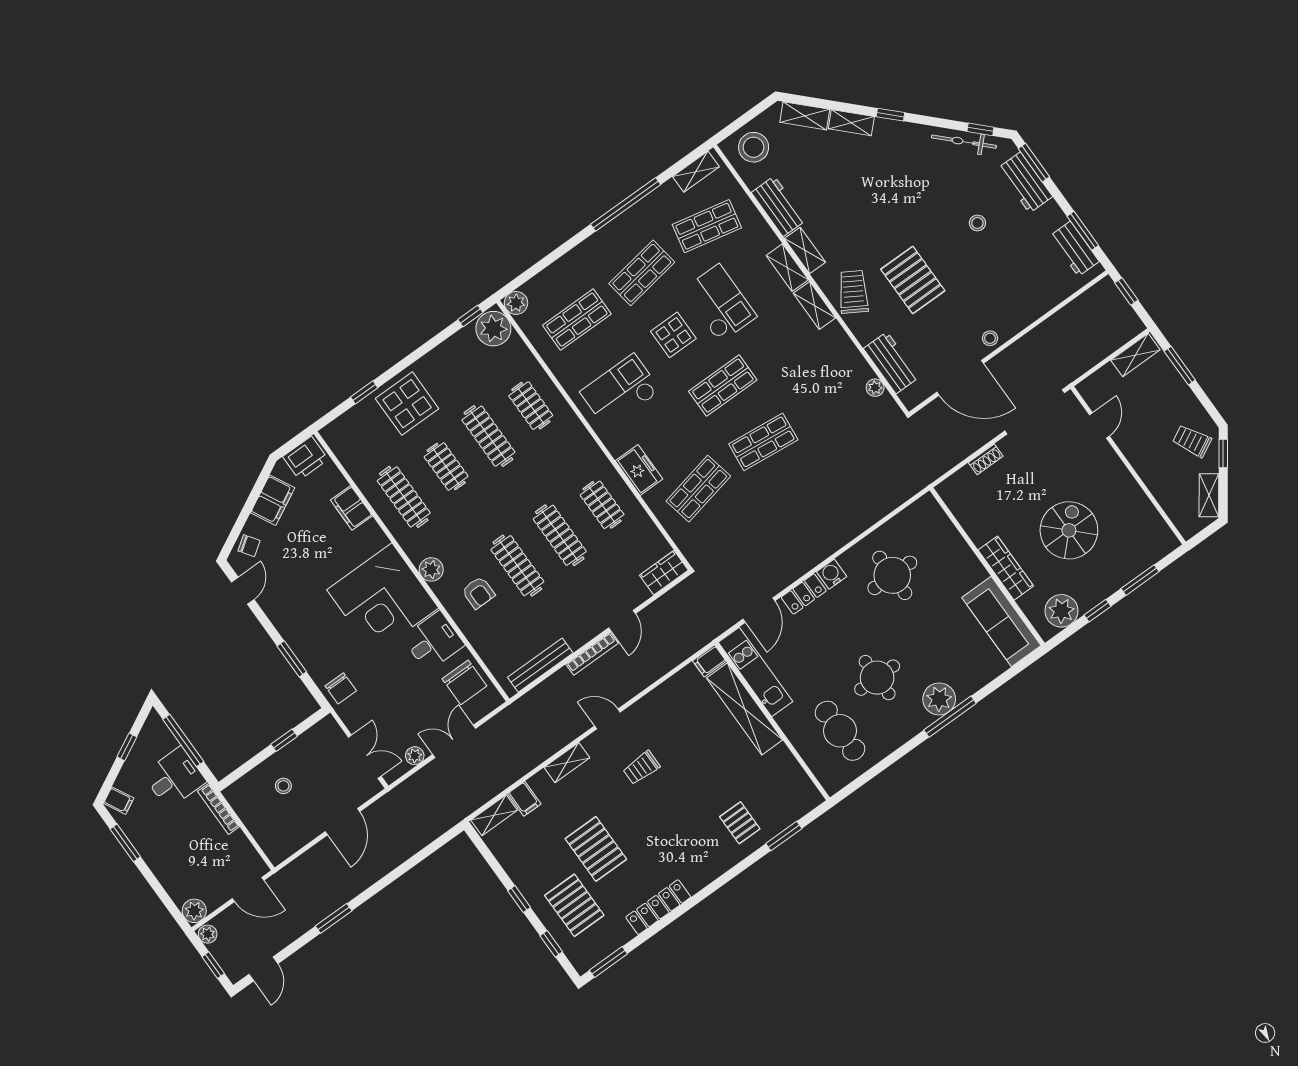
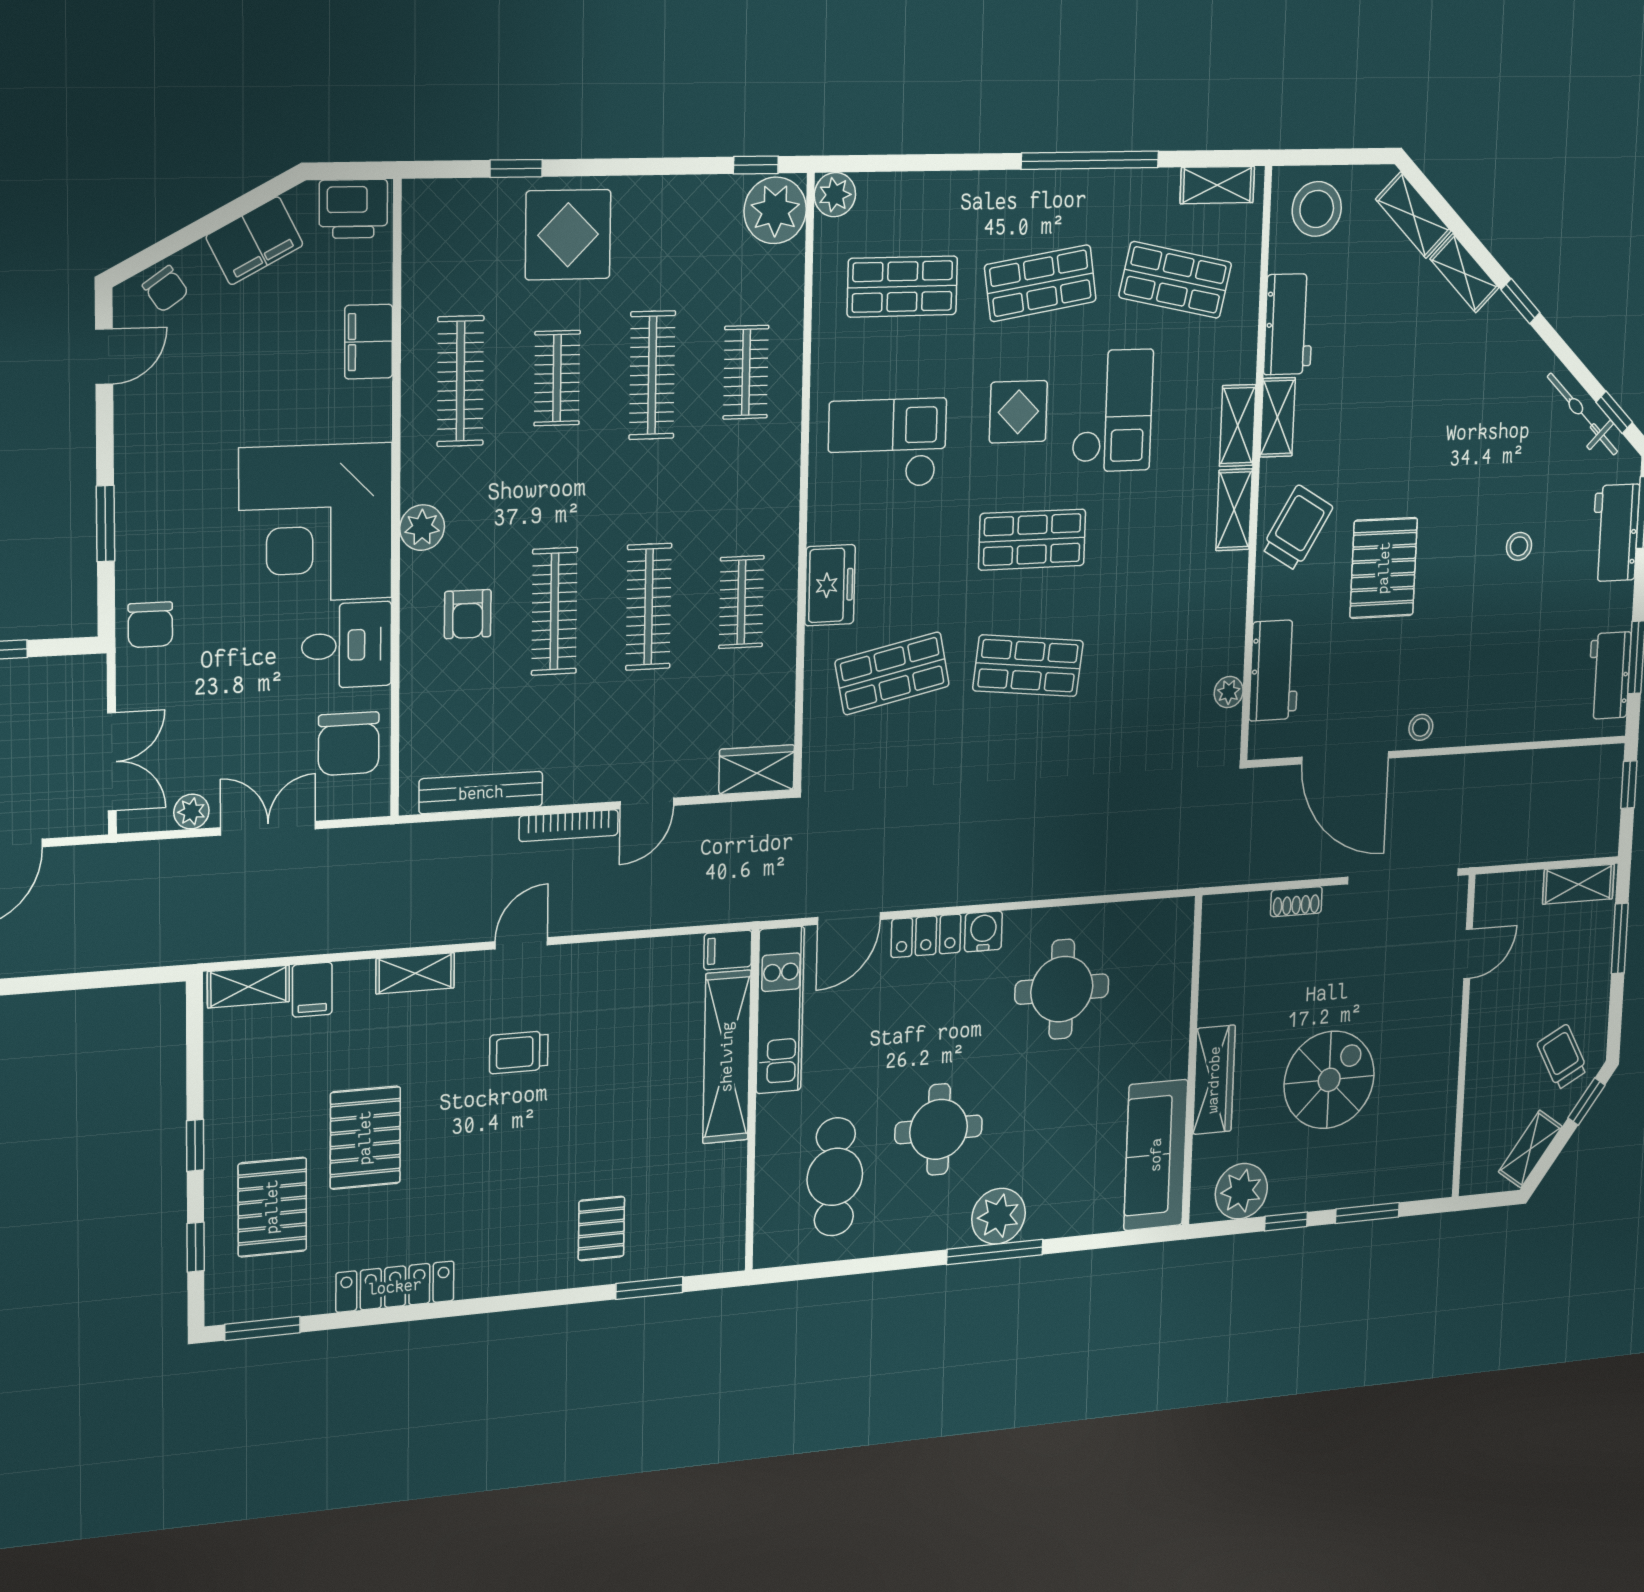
door: (607, 719) -> (521, 943), hinge flipped

